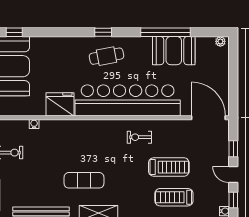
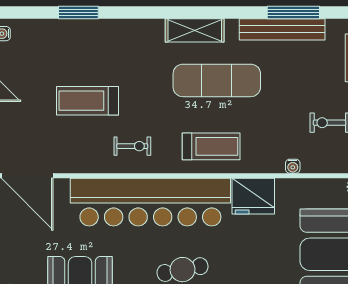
exercise mat: (84, 180) -> (217, 80), width x1.36, depth x1.45
treadmill: (174, 197) -> (211, 146), moved

